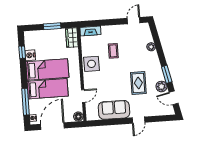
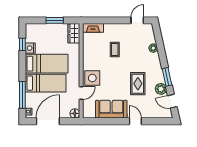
side table: (91, 64) -> (92, 78), moved
door: (139, 120) -> (135, 121), swing flipped

